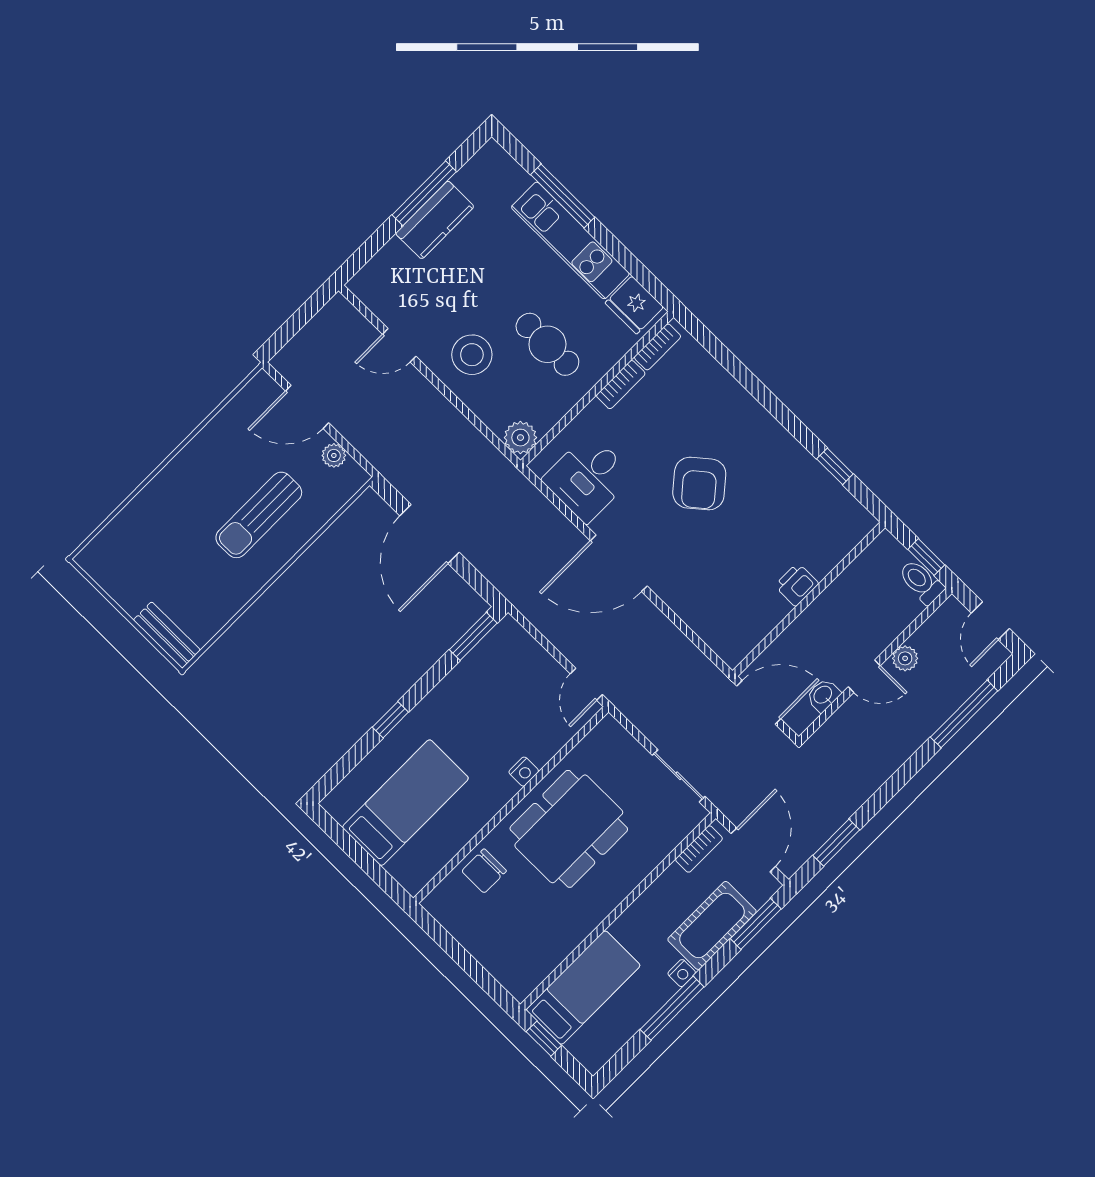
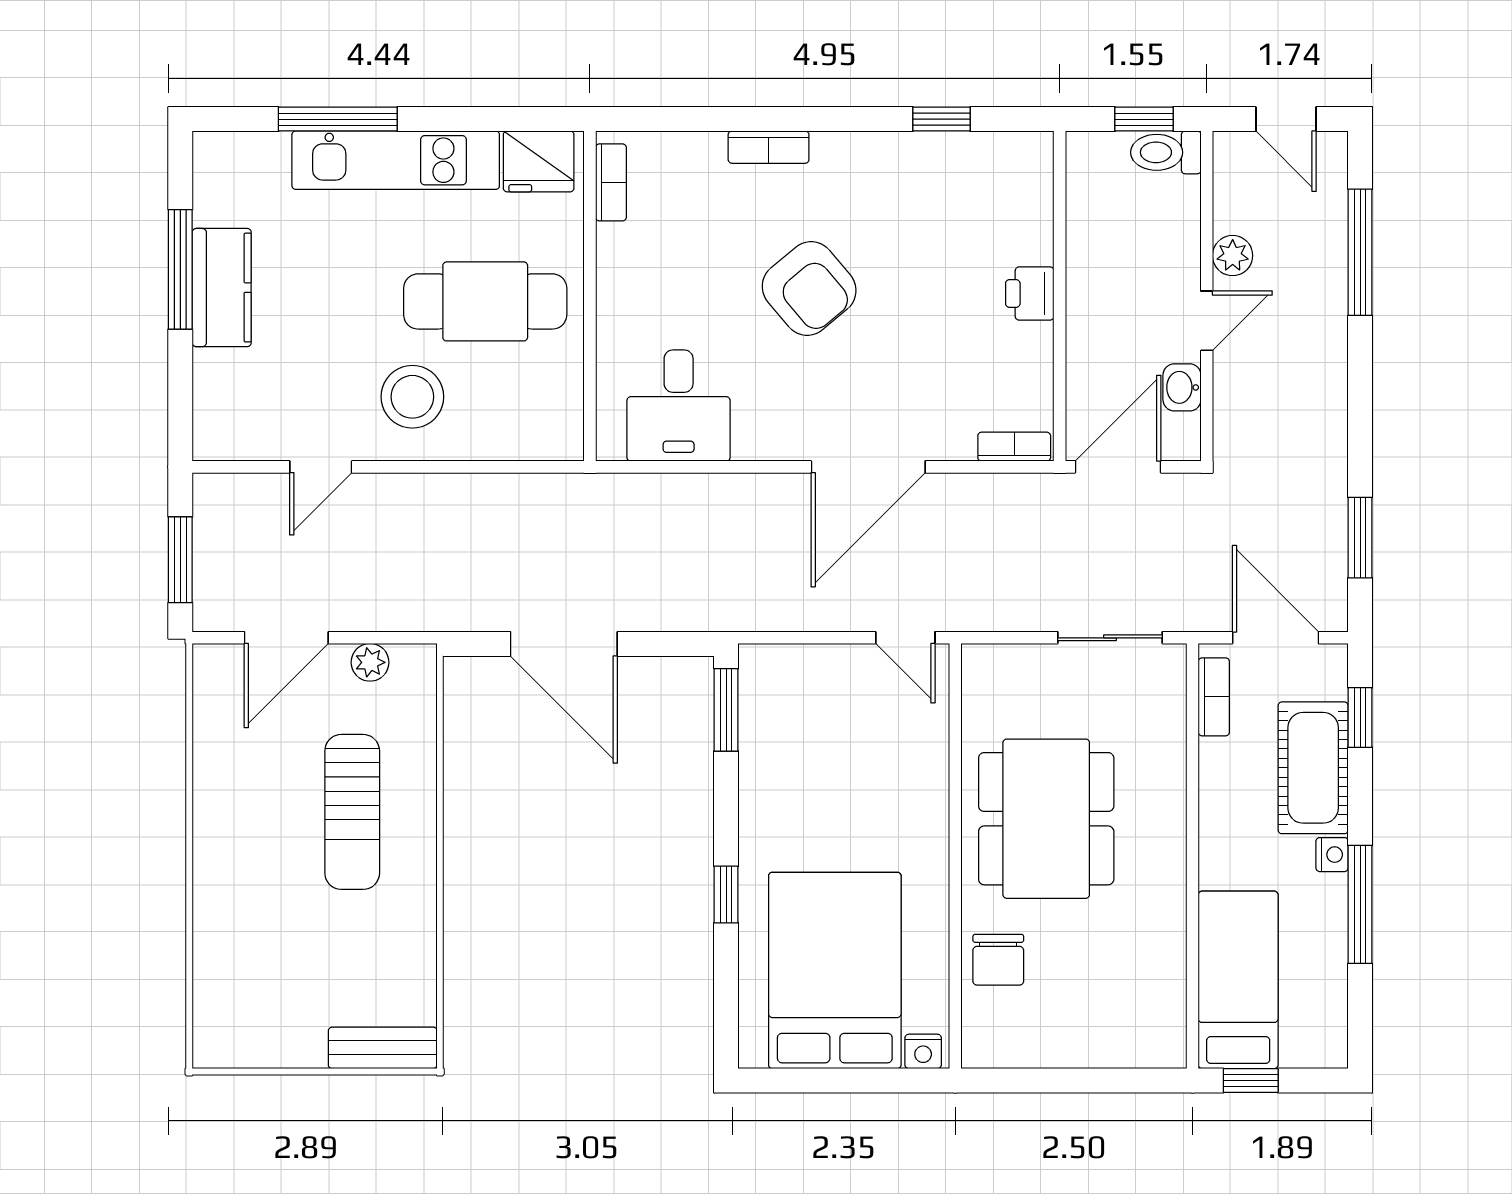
window: (294, 324) -> (180, 560), added
cafe table: (547, 344) -> (485, 301), width x1.37, depth x1.35
bookcase: (621, 385) -> (769, 147), moved, turned 90
plant: (520, 438) -> (558, 436), removed
door: (619, 563) -> (868, 467), moved
bookcase: (721, 647) -> (1014, 447), added
nightstand: (524, 772) -> (923, 1051), moved, turned 90
bed: (405, 803) -> (835, 970), width x1.50
window: (756, 924) -> (1360, 718), width x0.67

